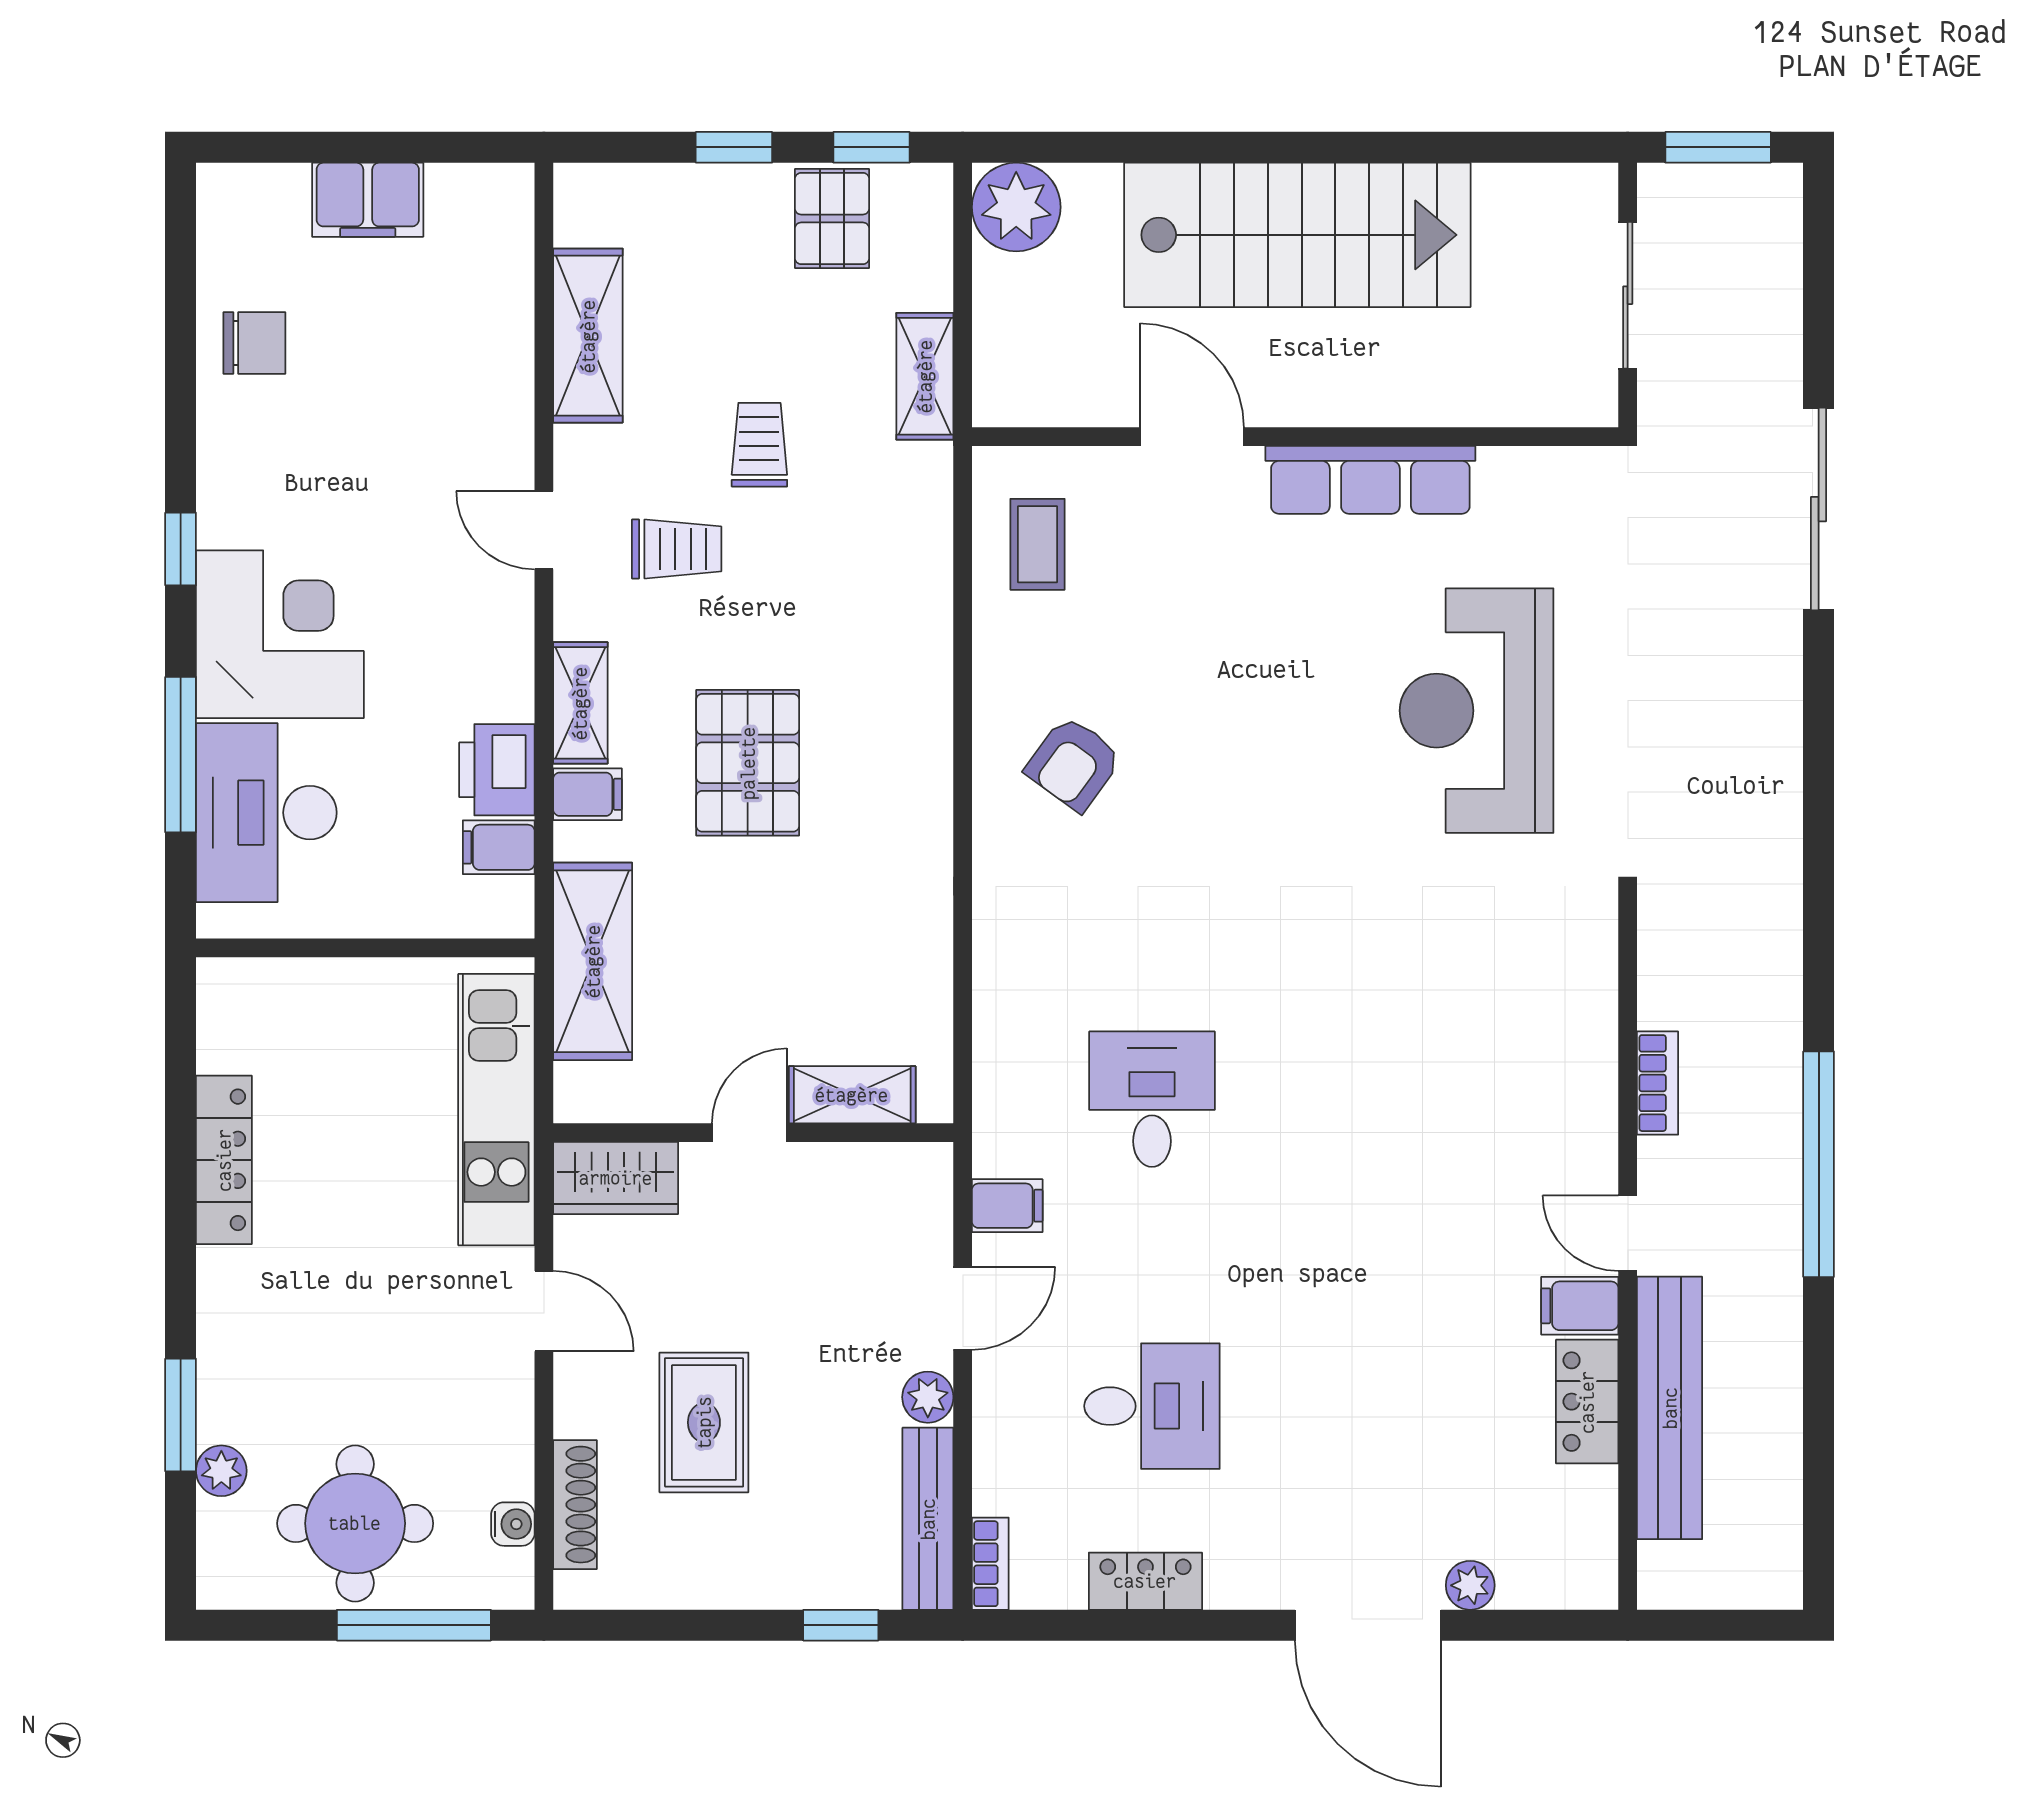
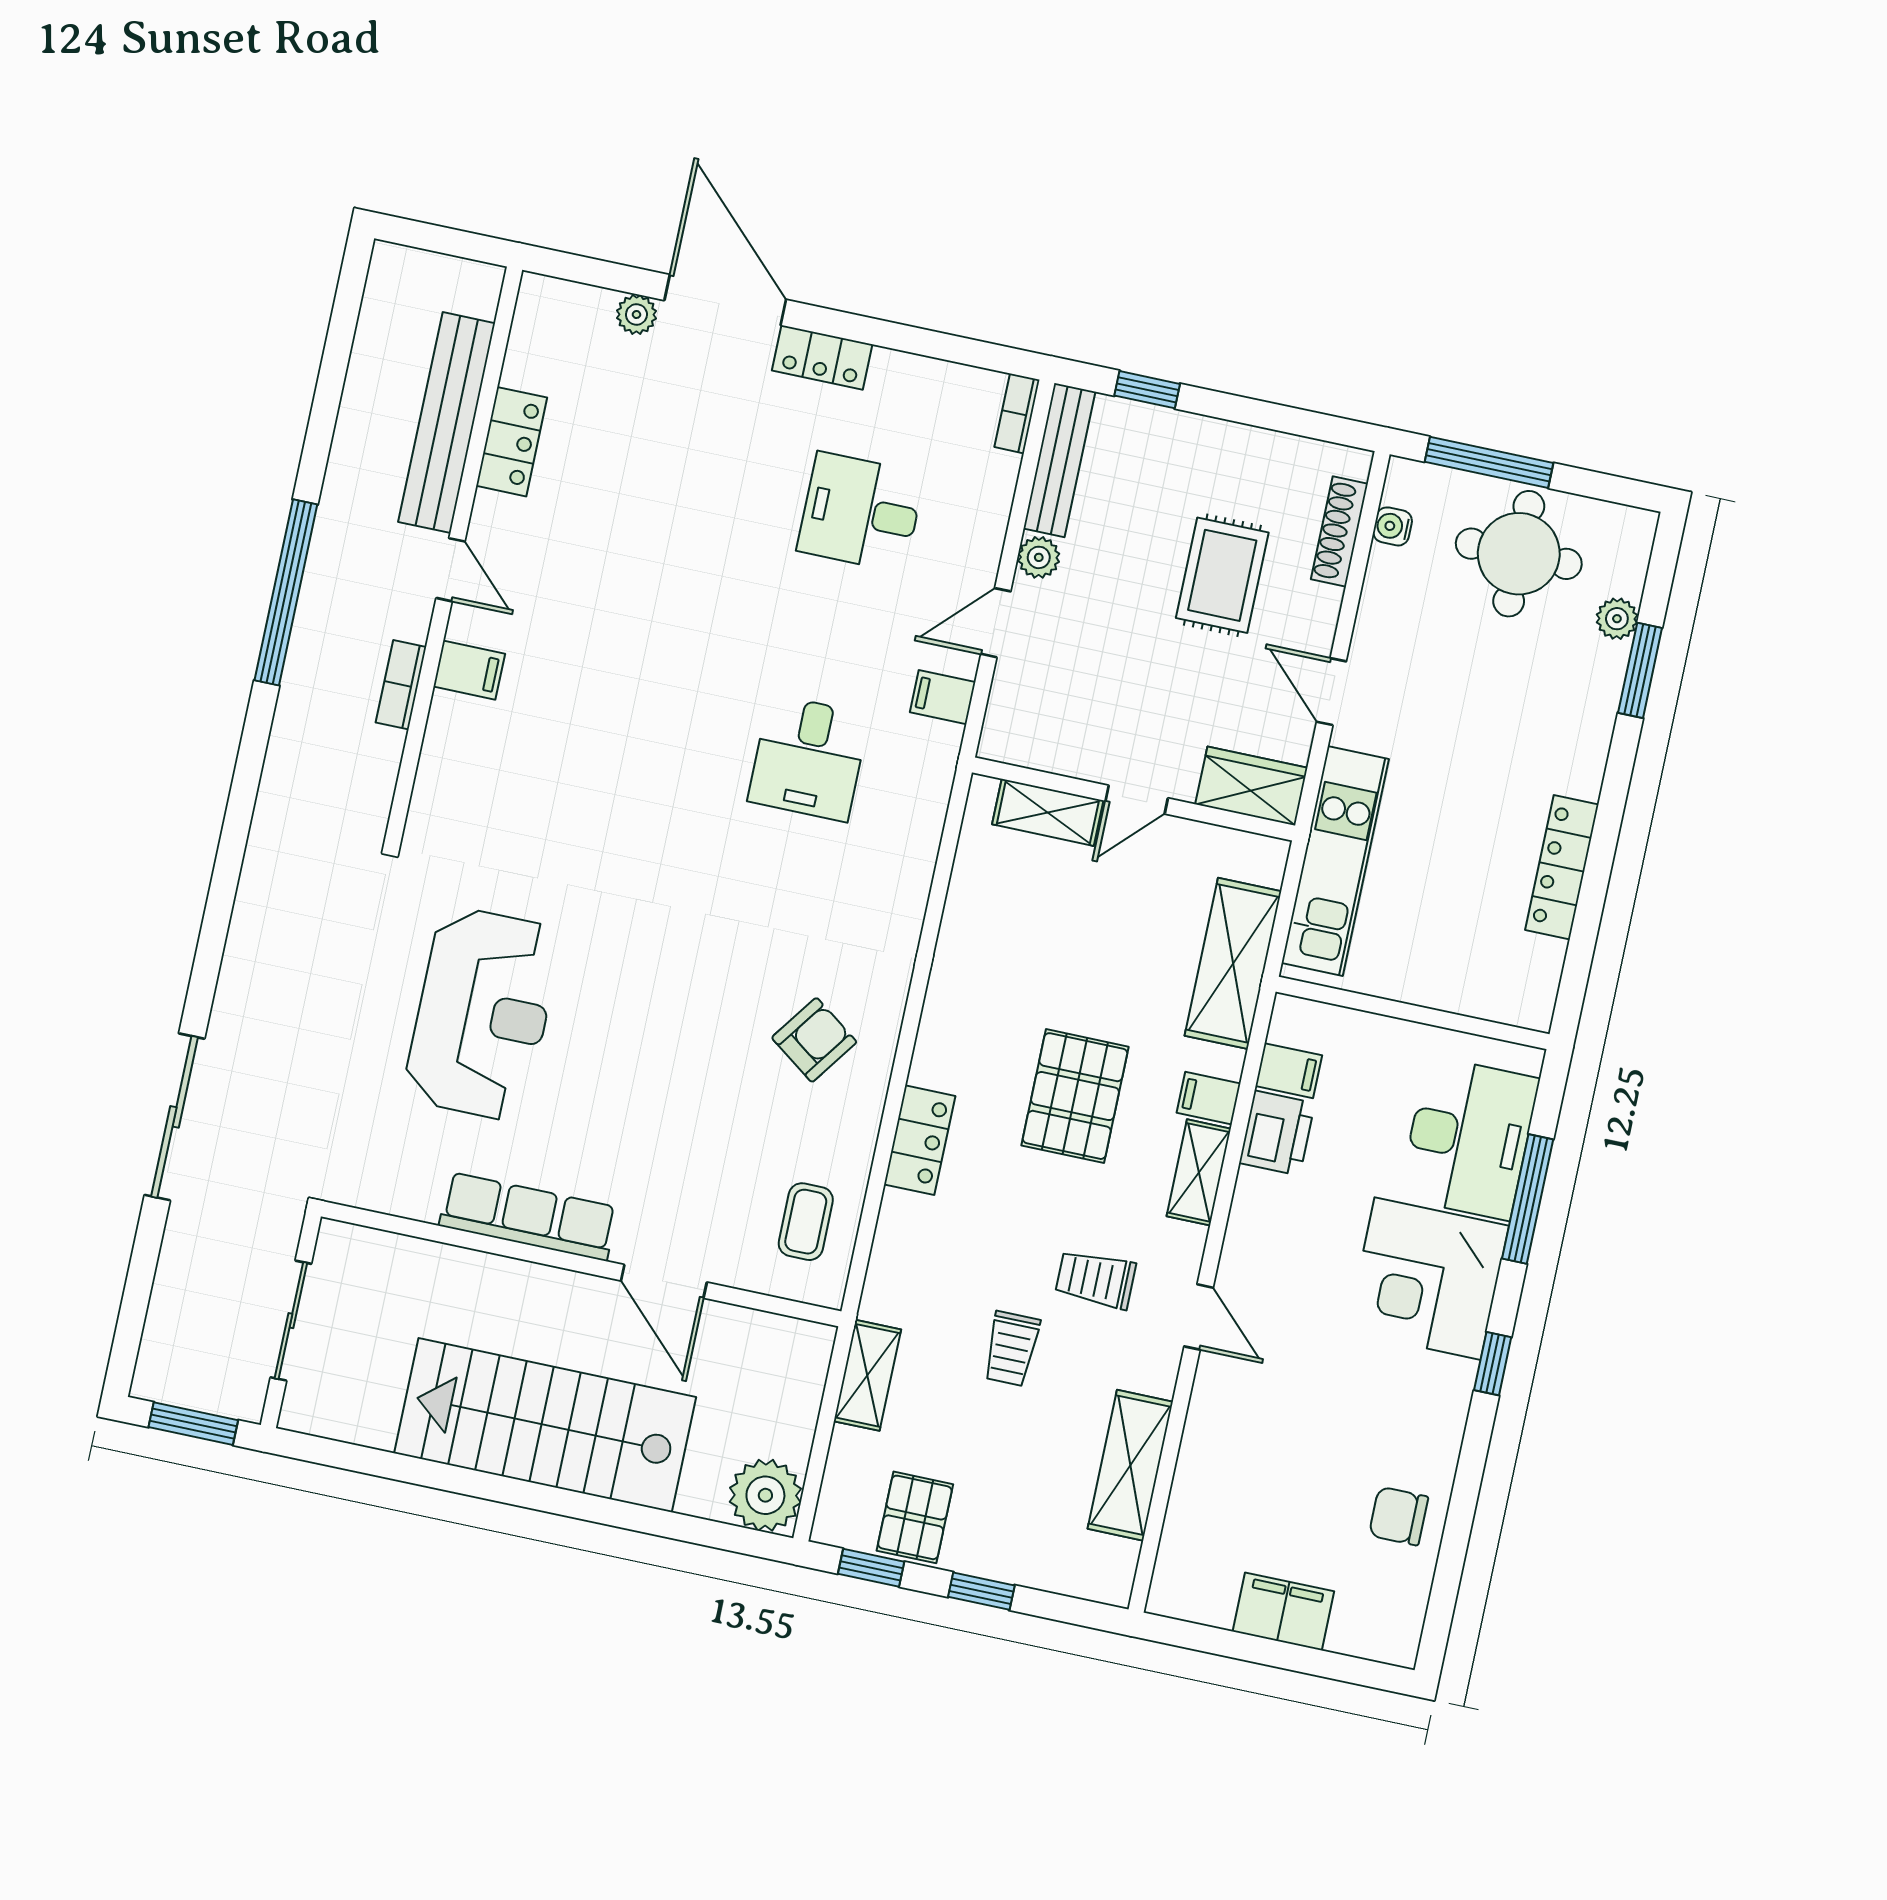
locker: (922, 670) -> (920, 1140), added
filing cabinet: (1580, 1306) -> (469, 670), moved
locker: (1145, 1581) -> (822, 357), moved

